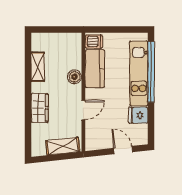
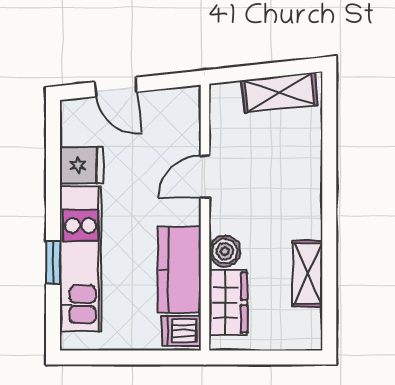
window: (151, 72) -> (53, 262), width x0.32
wardrobe: (40, 108) -> (228, 302), moved, turned 180
shelving: (63, 146) -> (279, 93), moved

